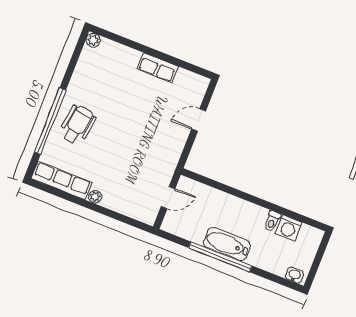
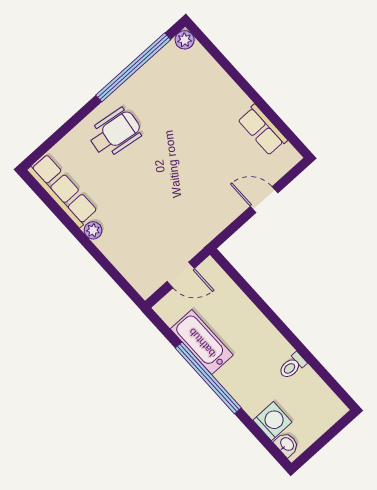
row of seats: (158, 68) -> (262, 130), moved
window: (50, 121) -> (133, 67), moved
washing machine: (289, 228) -> (272, 421), moved, turned 180
bathtub: (227, 244) -> (202, 342), moved

